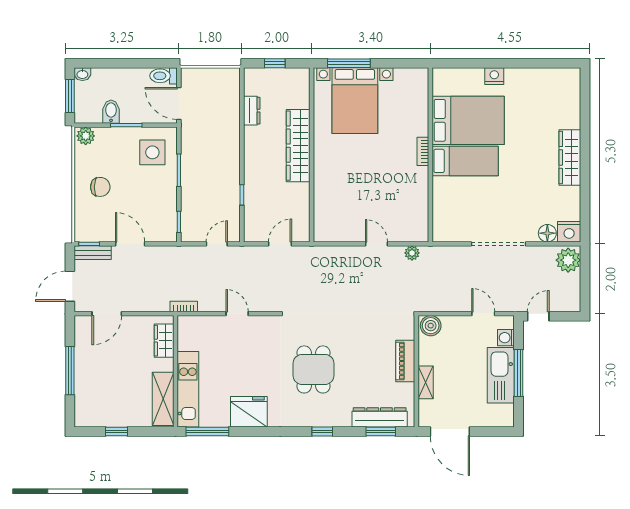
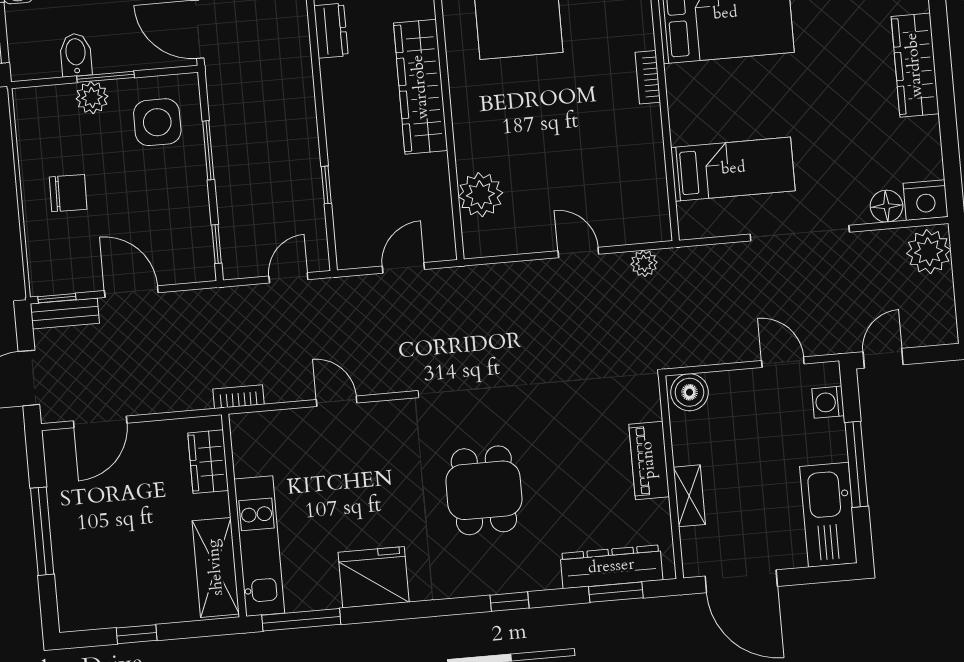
plant: (86, 136) -> (92, 98), moved
bed: (465, 161) -> (733, 169), moved
plant: (326, 208) -> (480, 195), added
kitchen sink: (501, 375) -> (828, 515), moved

